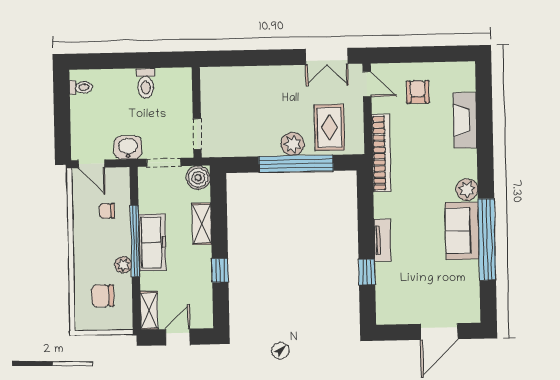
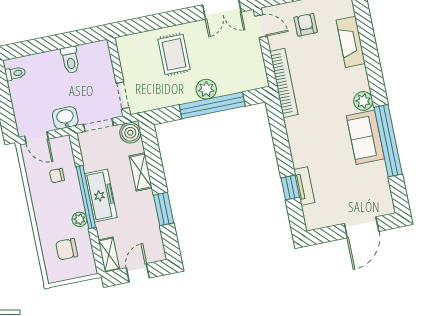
rug: (329, 127) -> (174, 54), moved
tv unit: (382, 240) -> (304, 186), moved
window: (220, 270) -> (164, 209), width x1.50

